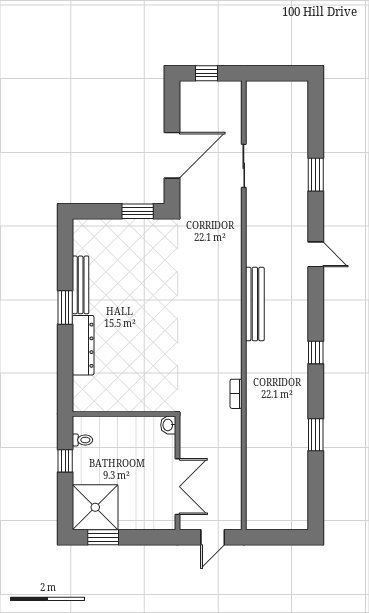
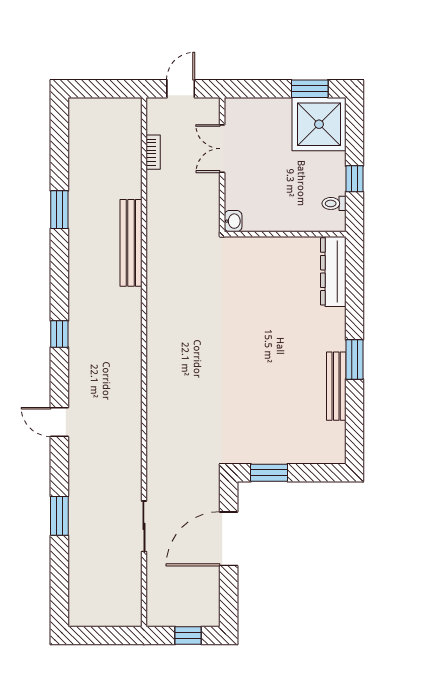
bench: (255, 304) -> (131, 243), moved
dresser: (83, 345) -> (333, 271), moved
window: (316, 353) -> (59, 334), moved
bookcase: (236, 394) -> (153, 152), moved
double door: (178, 487) -> (222, 149), width x0.73

